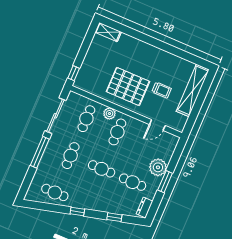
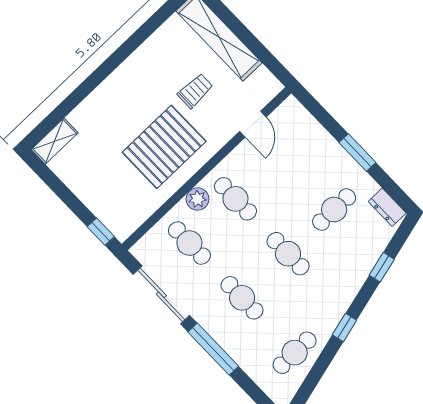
plant: (158, 167) -> (327, 154), removed
cafe table: (102, 169) -> (288, 254), turned 90

